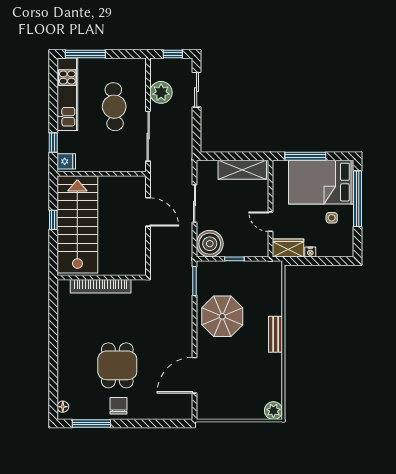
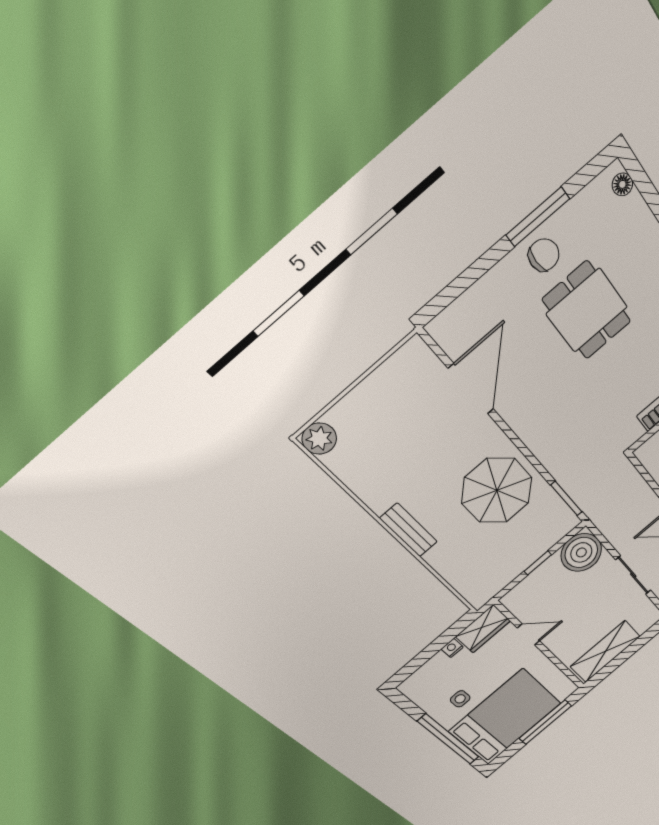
chair: (118, 406) -> (544, 255), turned -90
window: (91, 423) -> (538, 217), moved

